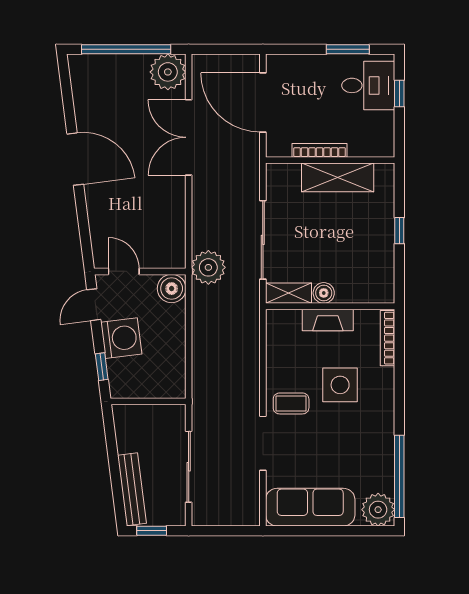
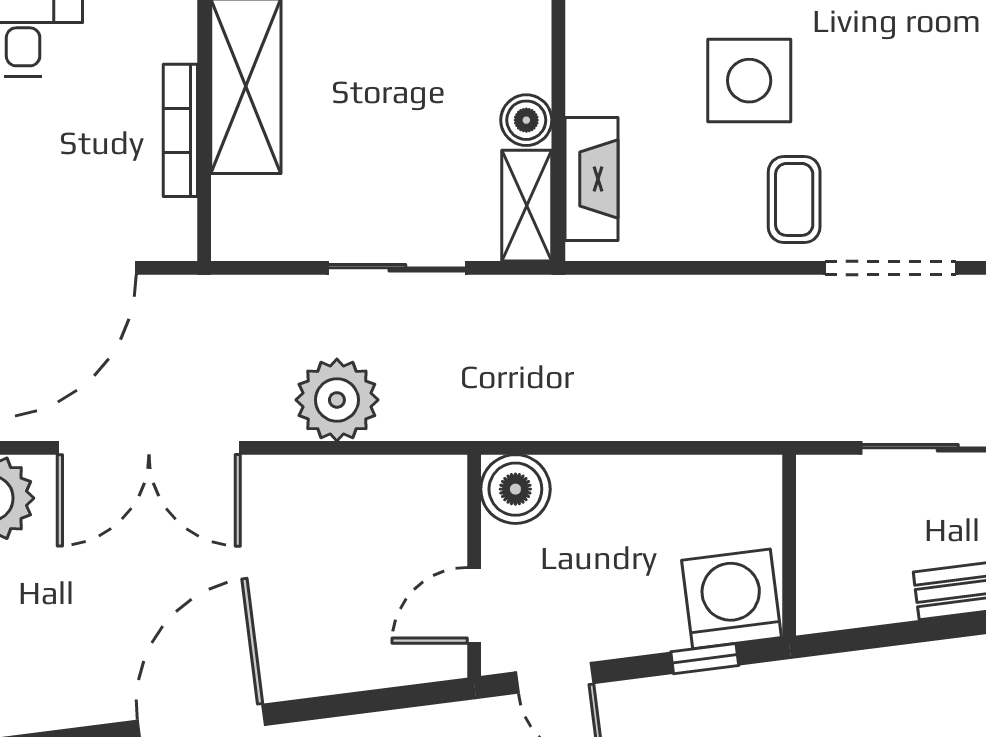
sliding door: (263, 240) -> (397, 268), width x0.73
plant: (208, 267) -> (337, 400), moved
fireplace: (328, 320) -> (592, 179), moved
washing machine: (121, 338) -> (732, 599), moved

